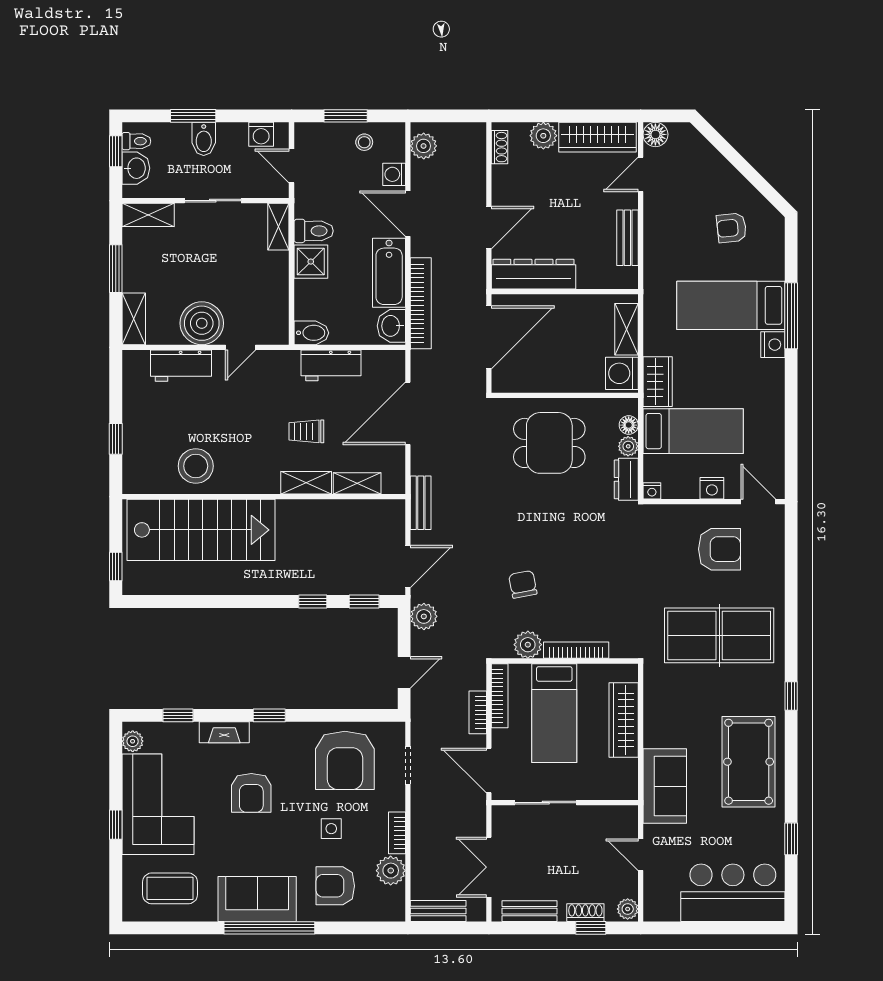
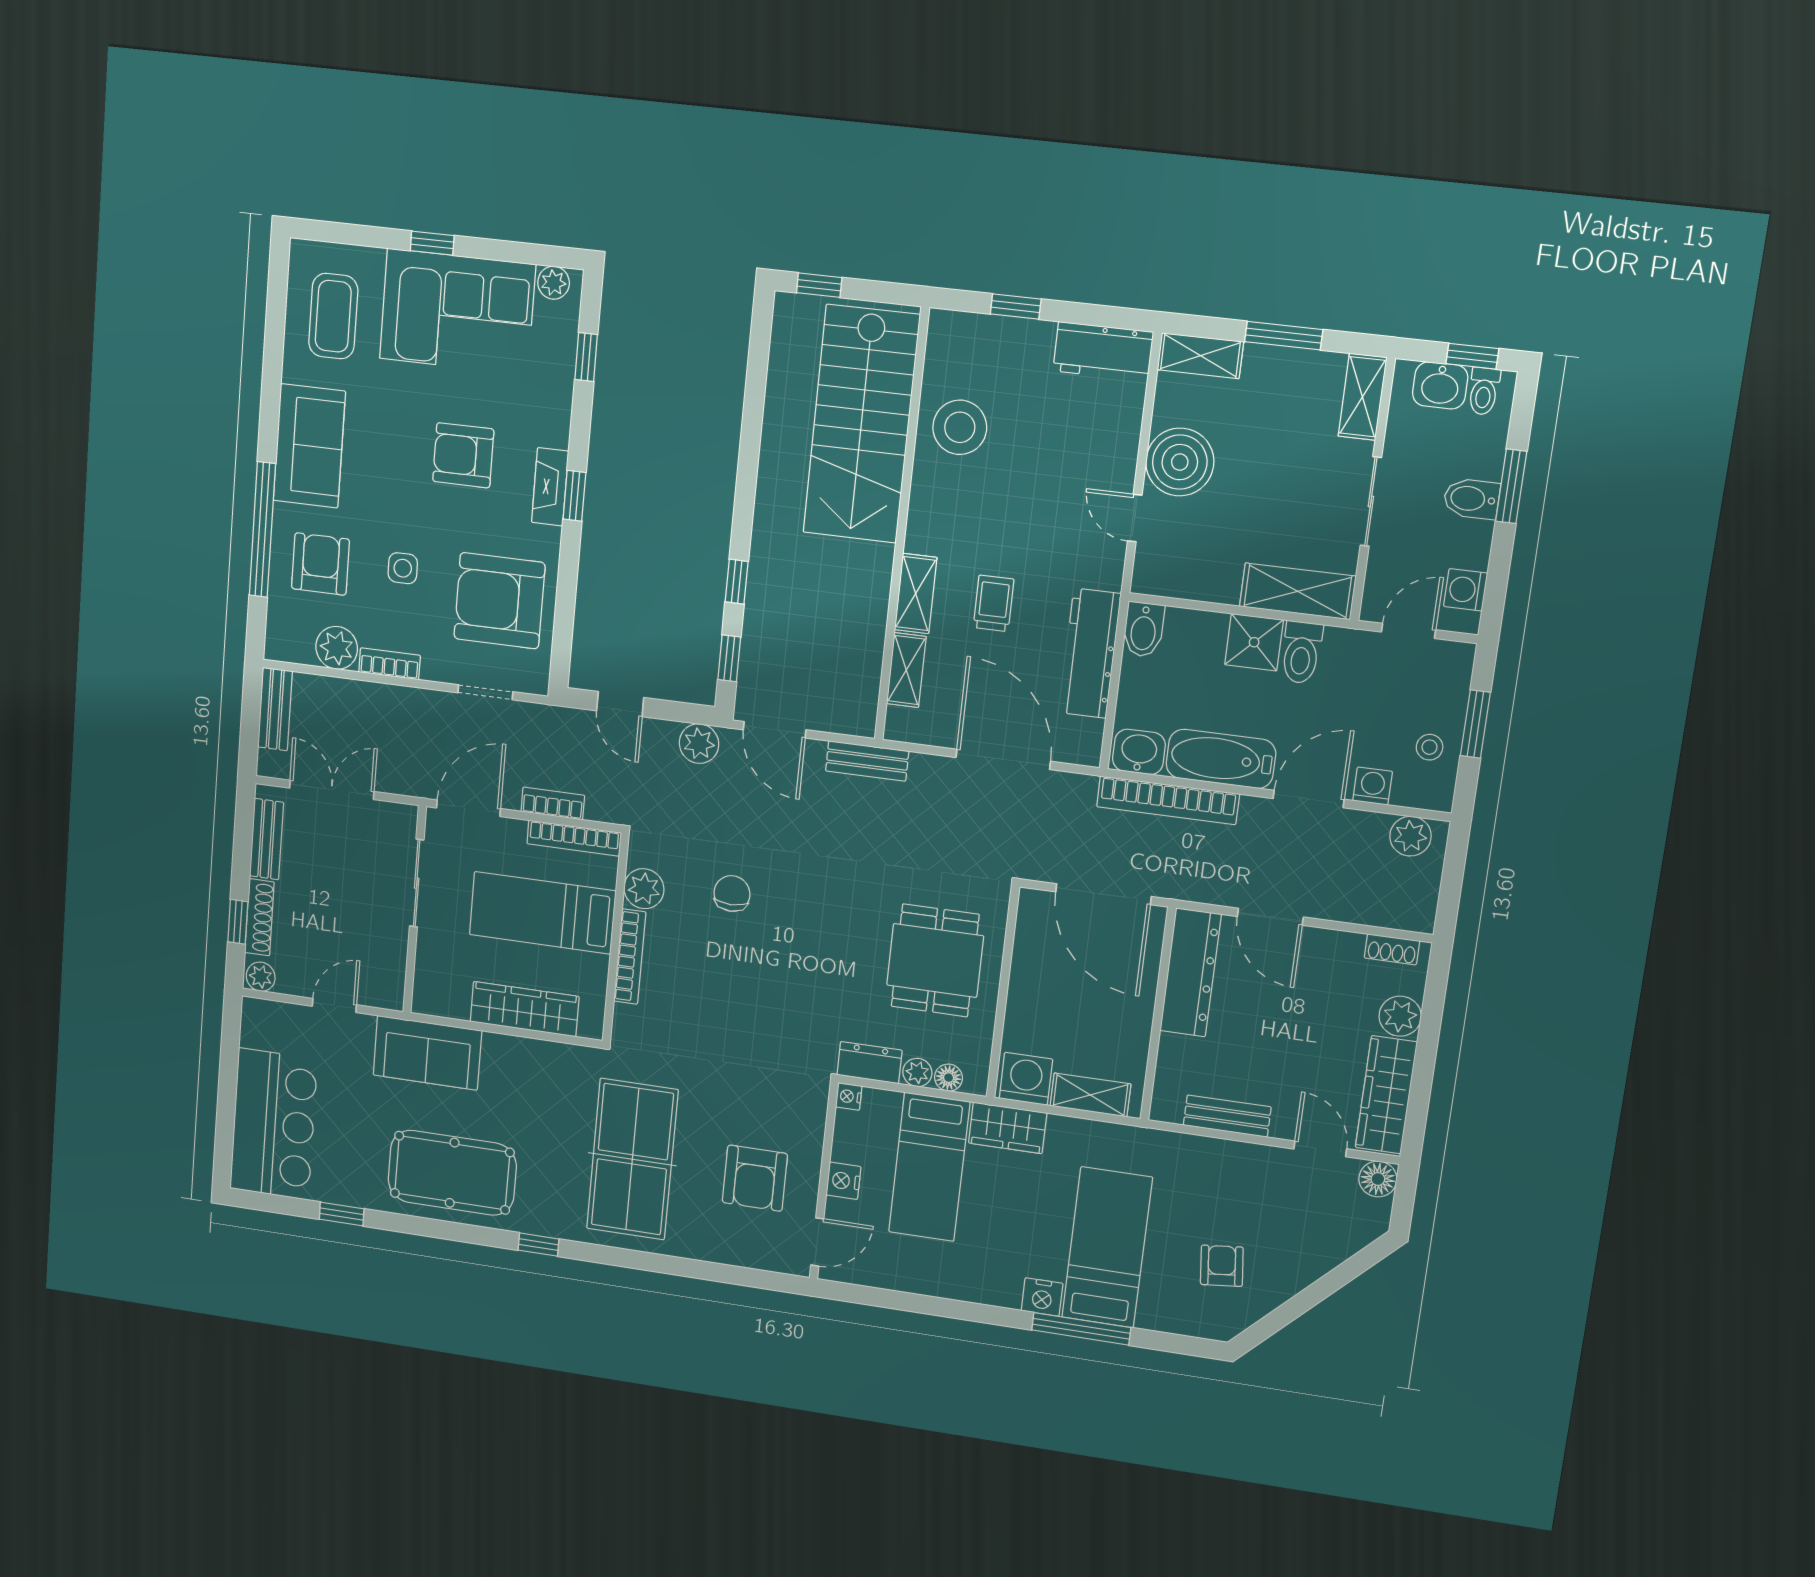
shelving: (278, 227) -> (1298, 591), width x1.50, depth x1.33
workbench: (331, 365) -> (1090, 653), width x1.38
workbench: (181, 366) -> (1103, 351), moved, turned -90
chair: (523, 584) -> (732, 894), turned -79
fireplace: (224, 732) -> (550, 487), moved
shoe rack: (585, 913) -> (259, 917), width x1.43
window: (269, 928) -> (262, 530), moved

